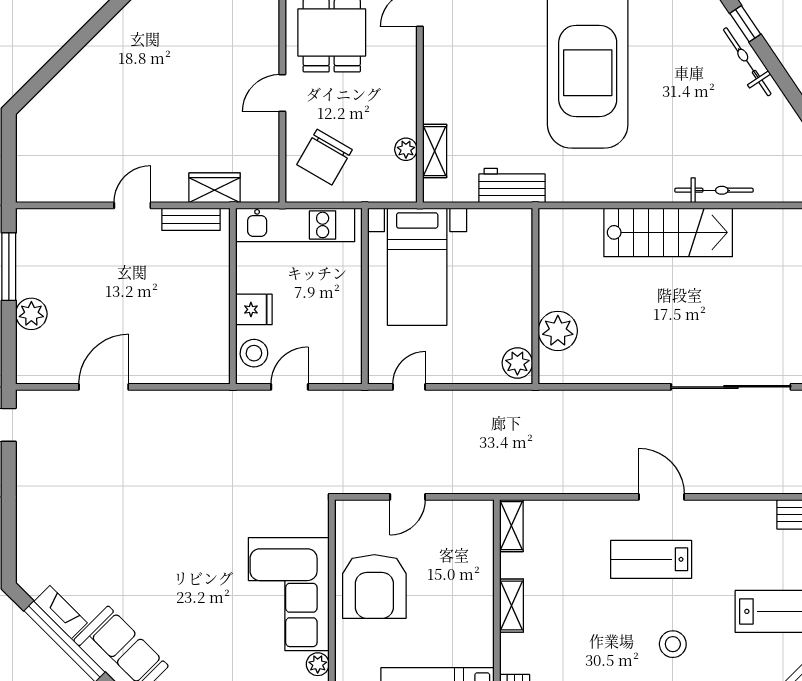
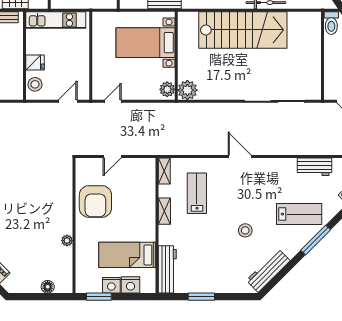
stairs: (668, 232) -> (243, 30), width x1.36, depth x1.51
bed with nightstands: (417, 267) -> (145, 43), moved, turned 90
plant: (558, 331) -> (187, 90), moved
door: (289, 387) -> (68, 101), moved
lab bench: (651, 559) -> (197, 193), moved, turned 90
corner sofa: (289, 594) -> (52, 205), removed

